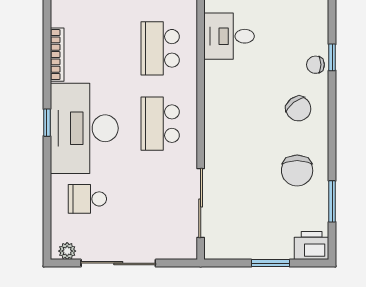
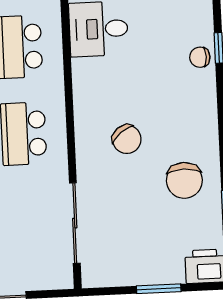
chair: (298, 109) -> (127, 139), moved

